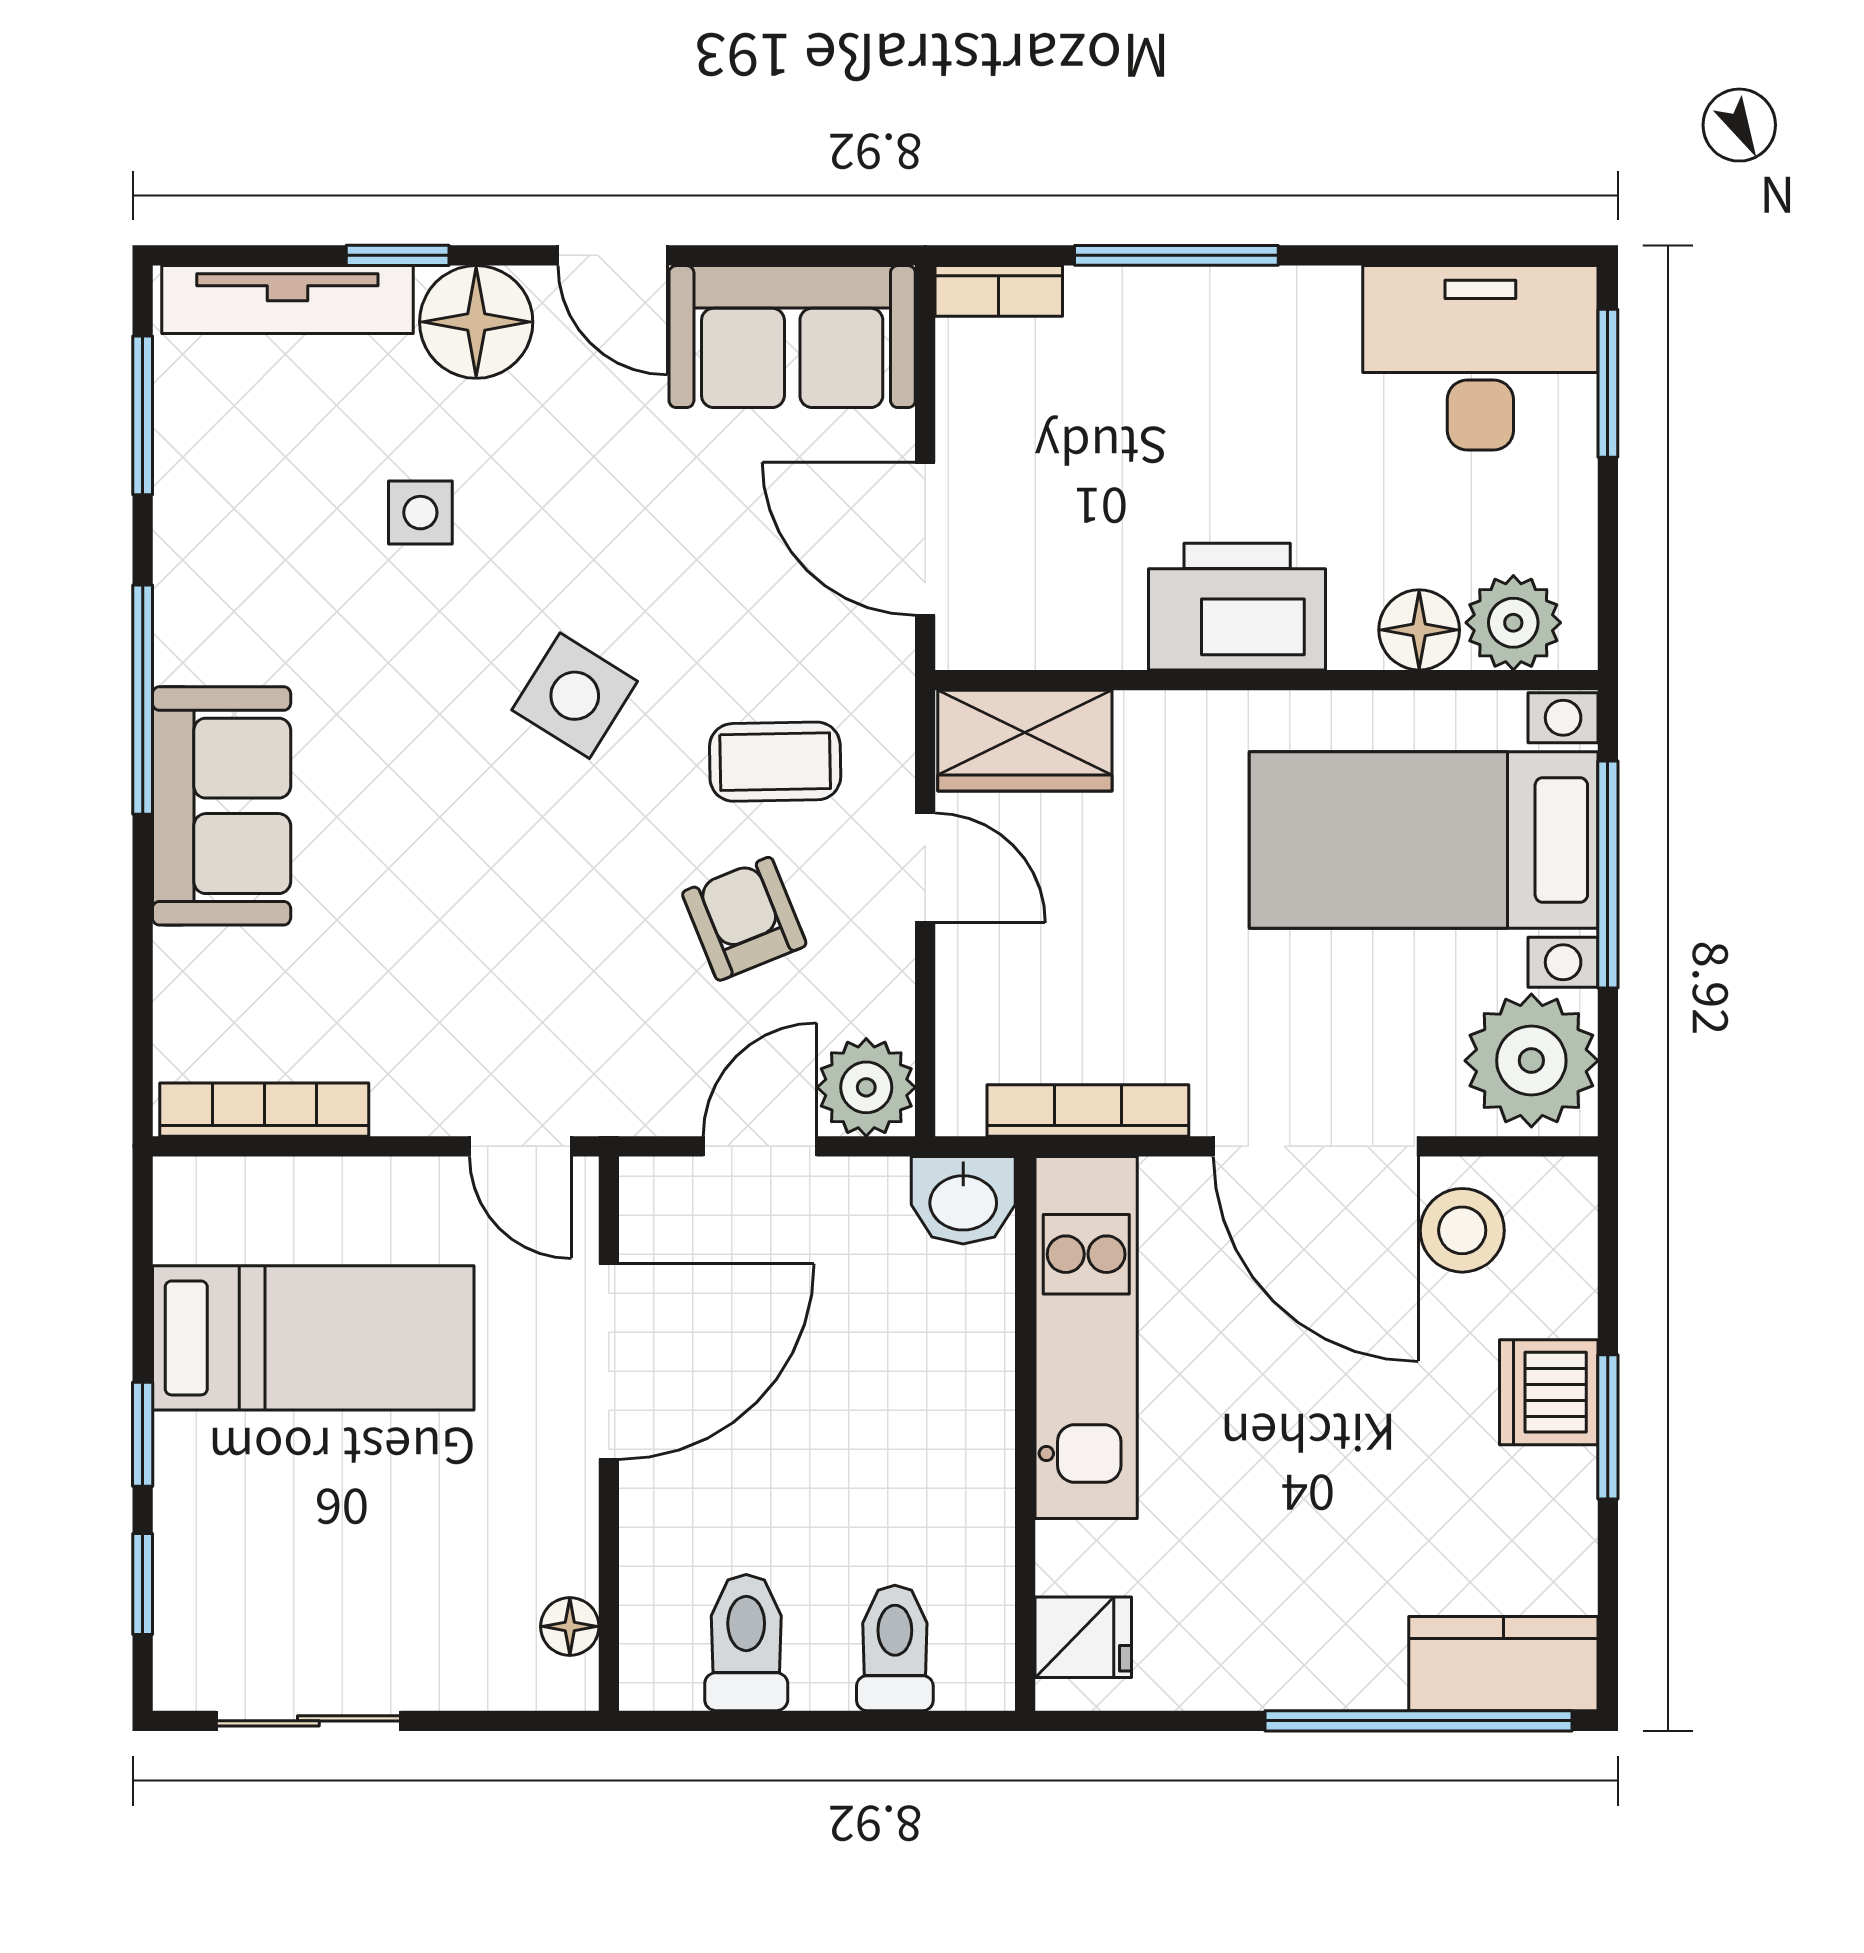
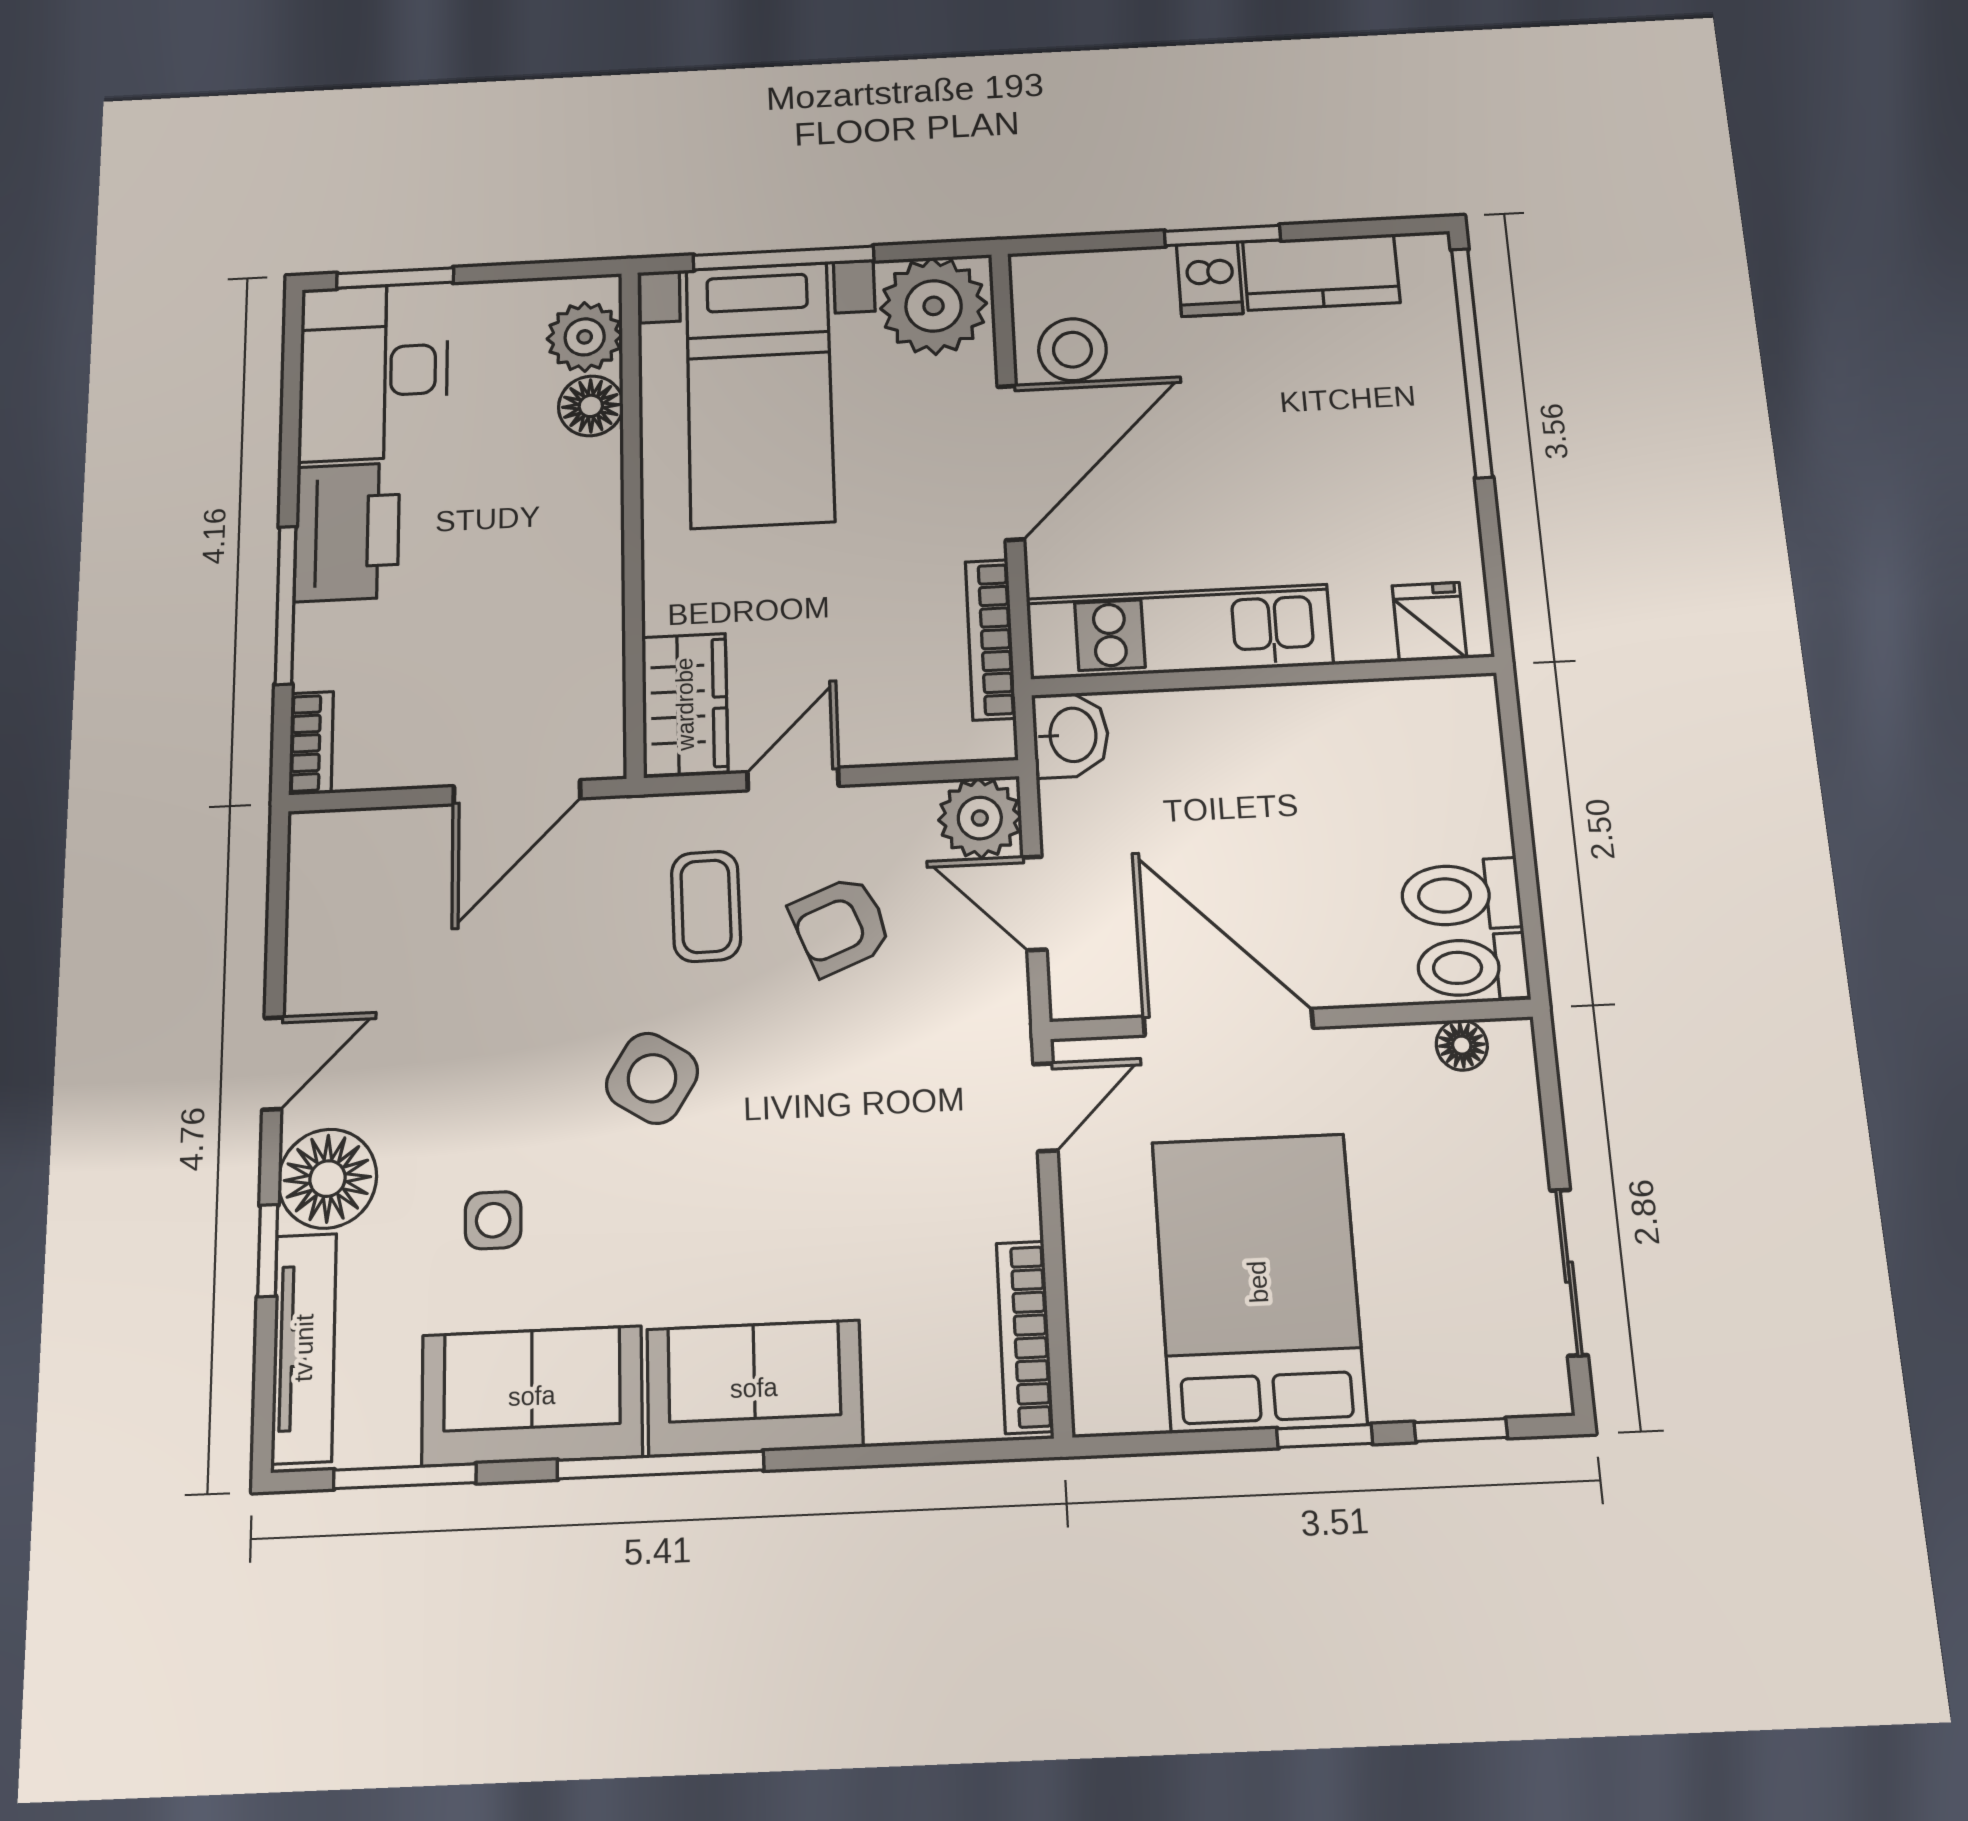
sofa: (792, 337) -> (532, 1396), moved, turned -90
printer: (1237, 607) -> (347, 532), moved, turned 180
bed: (313, 1338) -> (1258, 1282), width x1.50
dishwasher: (1549, 1392) -> (1210, 279), width x0.73
toilet: (895, 1648) -> (1473, 967), moved
kitchen counter: (1503, 1664) -> (1321, 272), moved, turned -90

